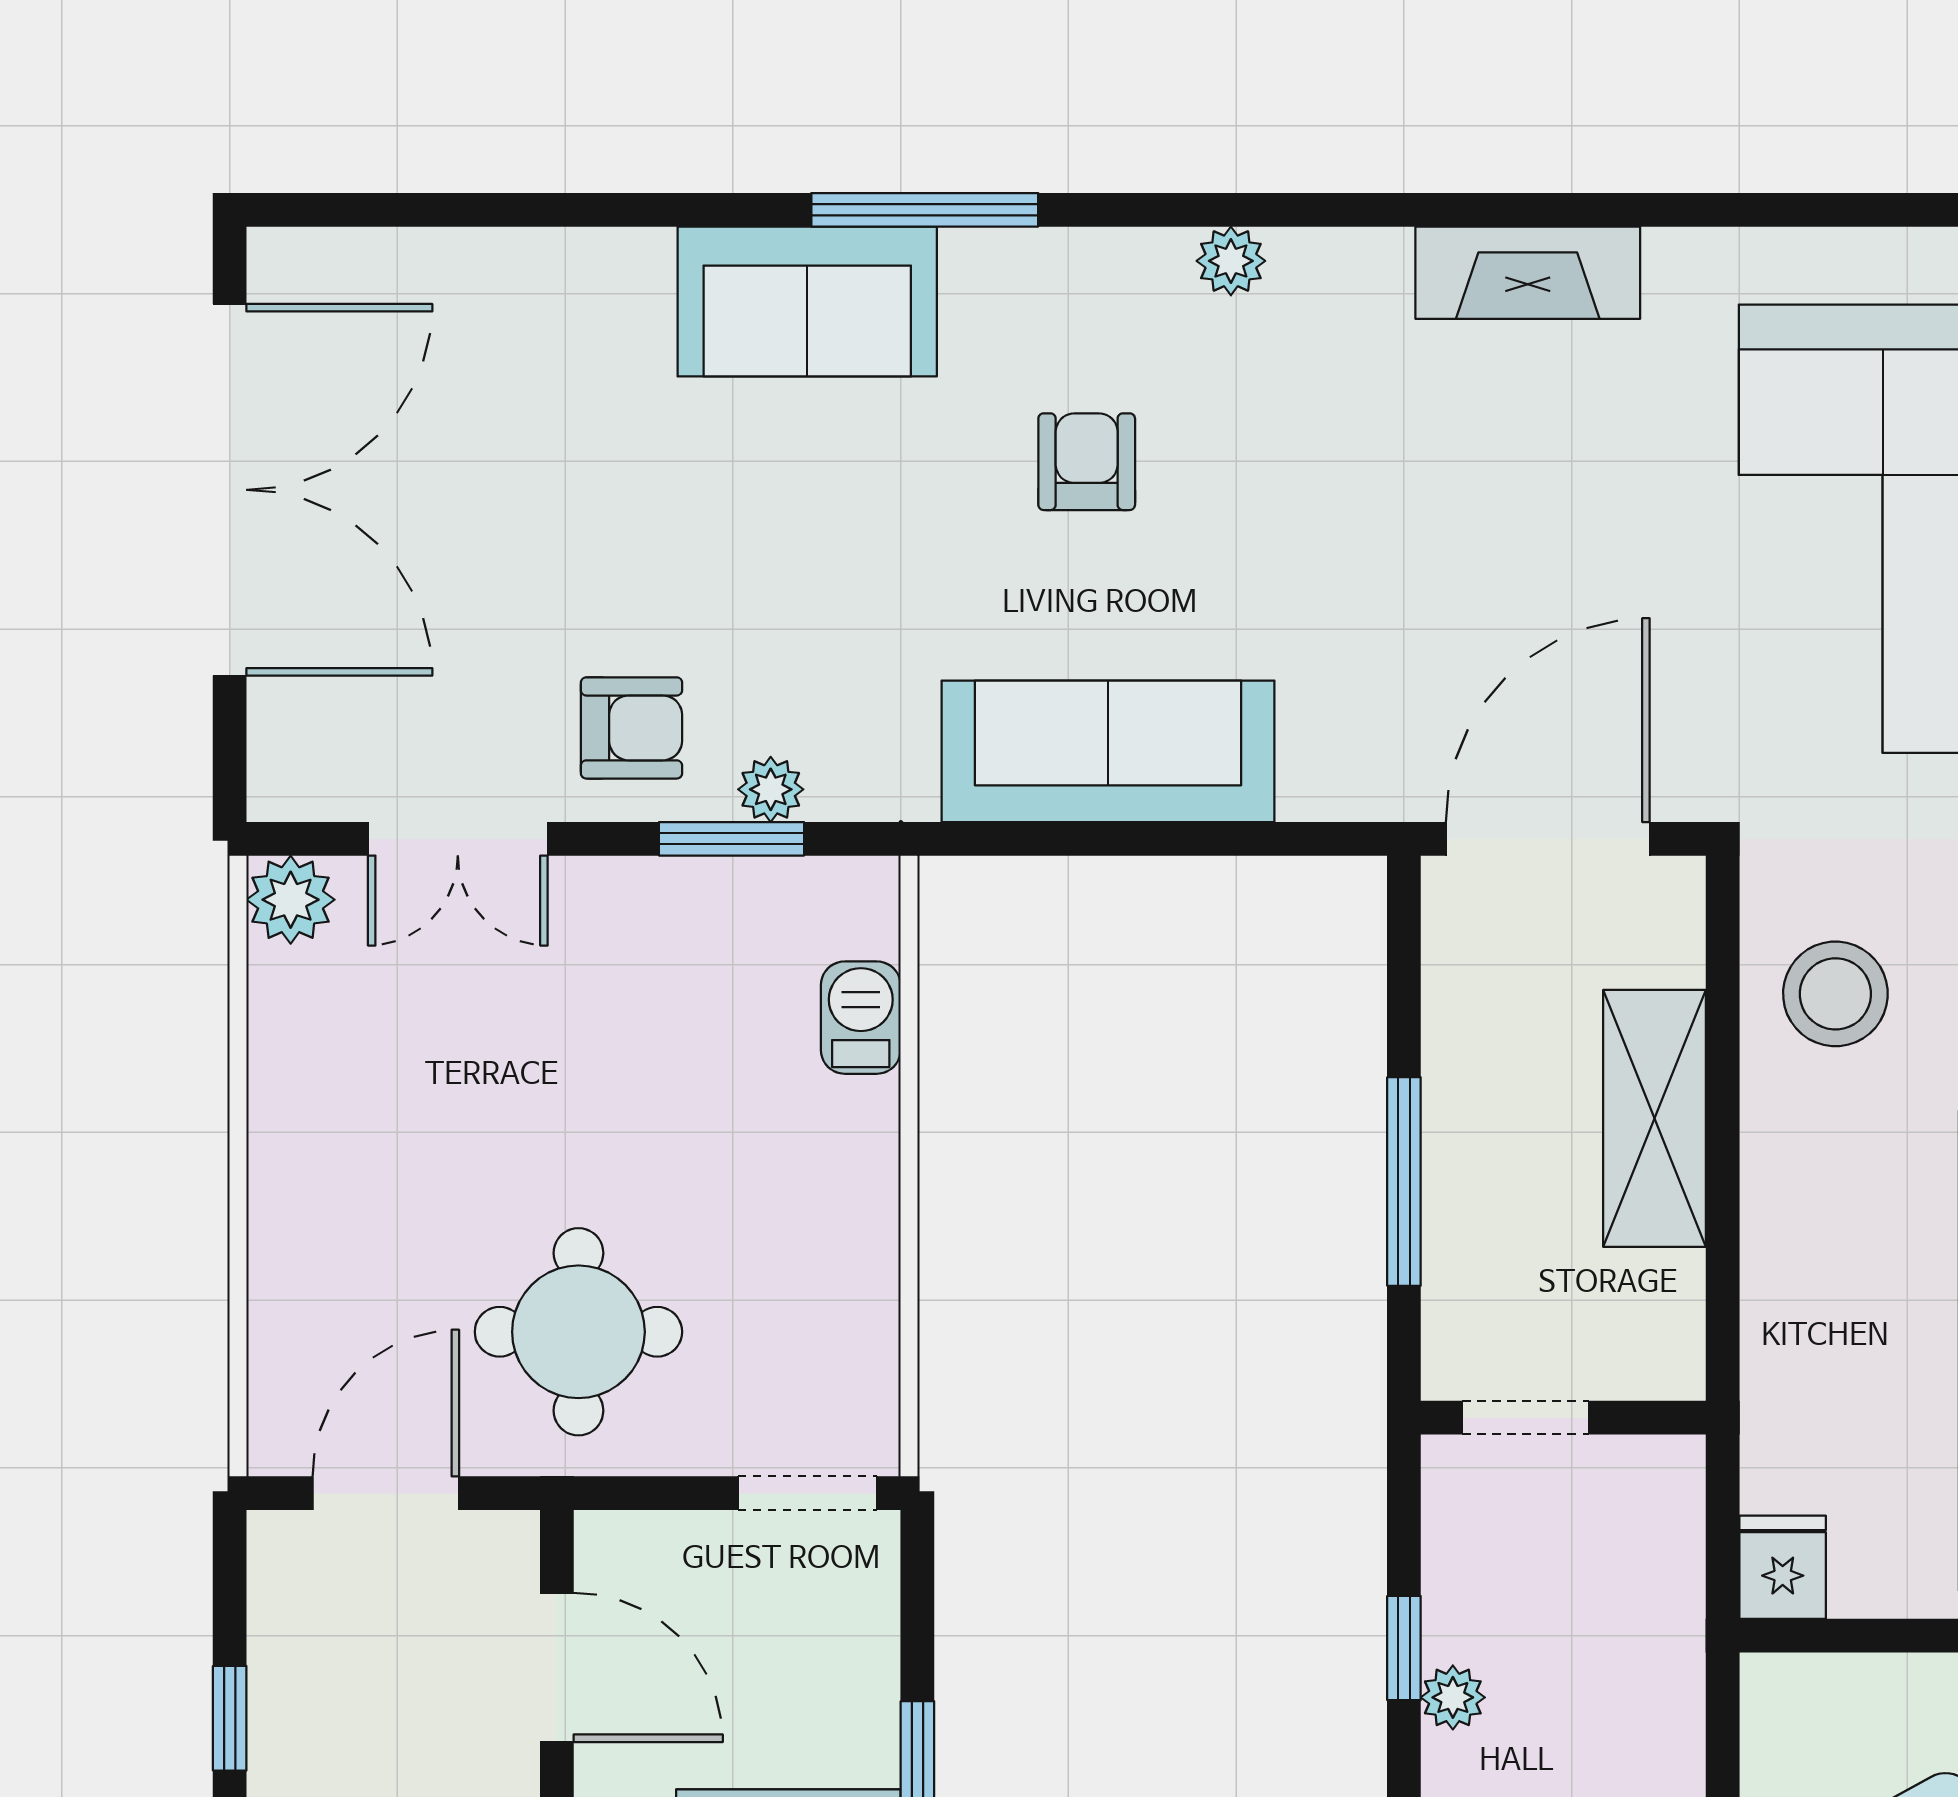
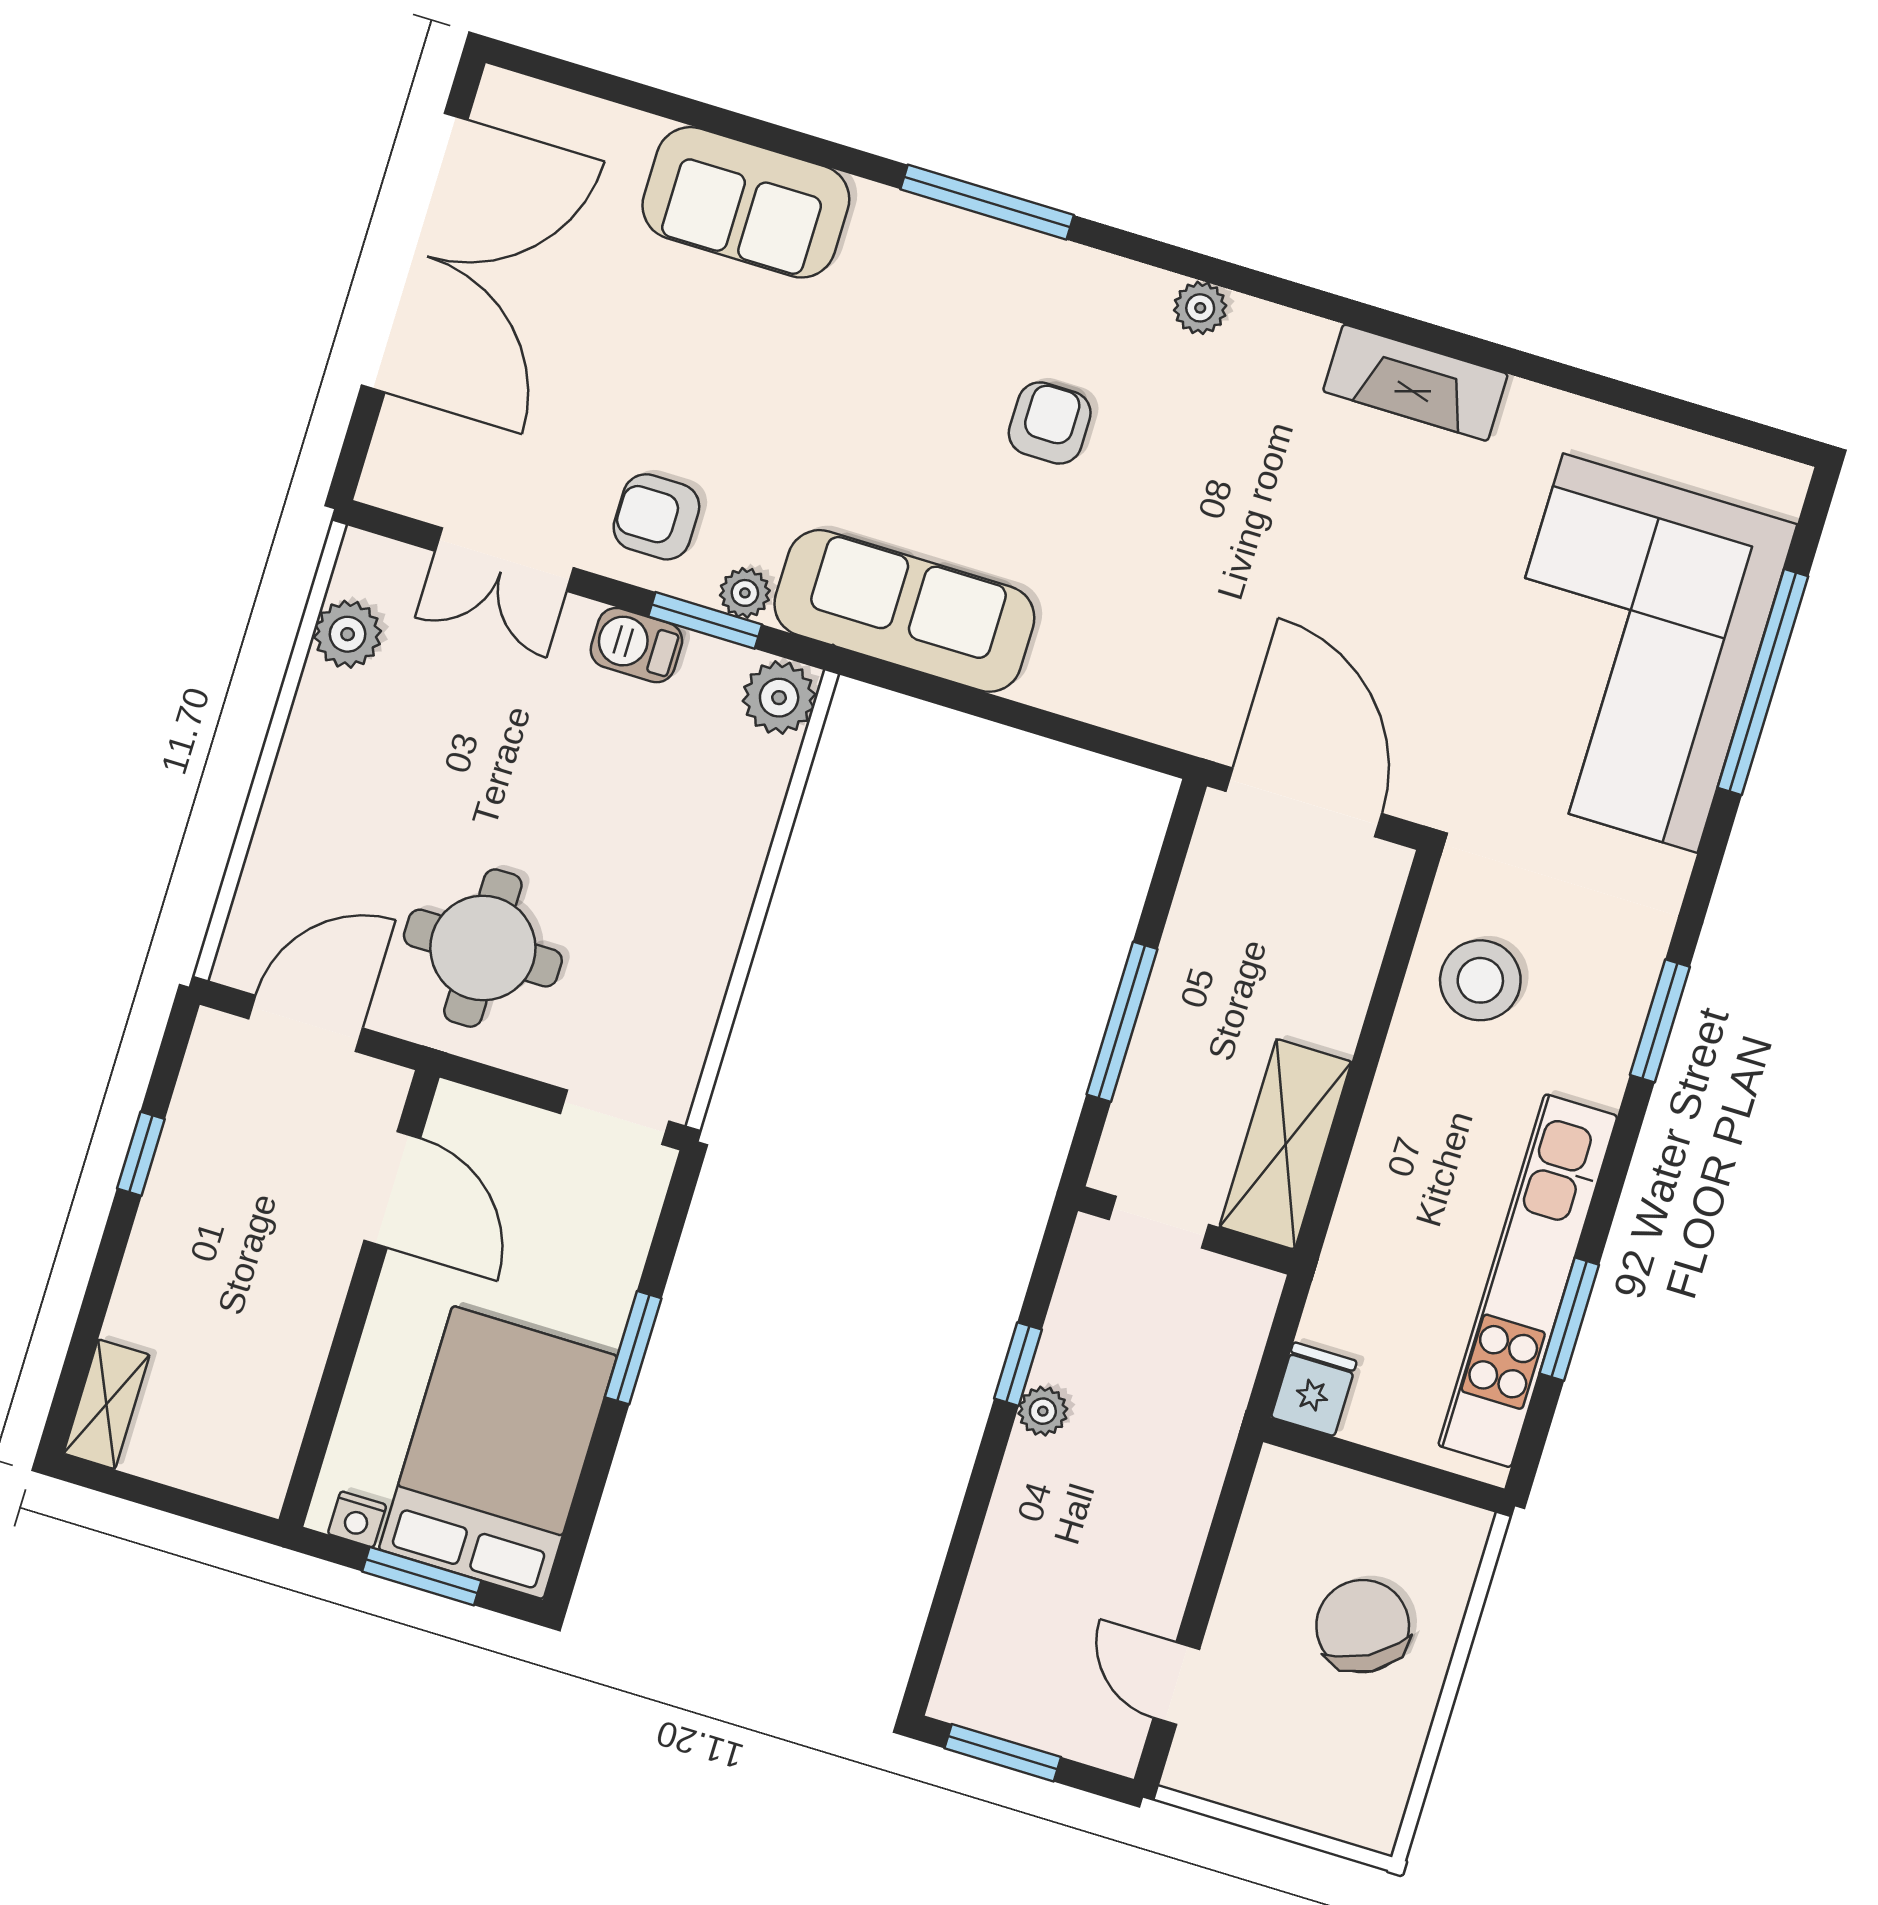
sofa: (807, 301) -> (746, 202), moved
armchair: (631, 728) -> (656, 517), turned 180
sofa: (1108, 751) -> (904, 611), moved
door: (1548, 839) -> (1304, 802), hinge flipped
plant: (291, 900) -> (348, 634), moved
plant: (853, 907) -> (779, 698), added
barbecue: (861, 1018) -> (636, 645), moved, turned -90
shelving: (1654, 1118) -> (1286, 1144), moved

